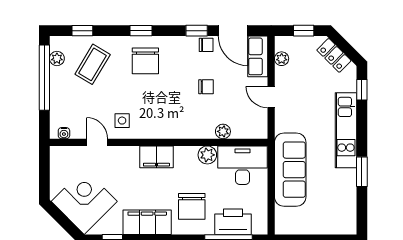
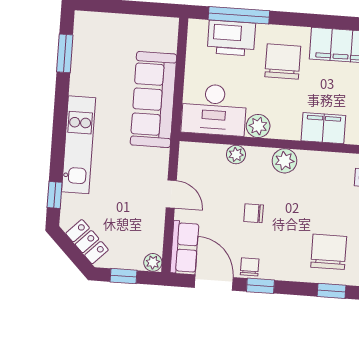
chair: (206, 45) -> (250, 267), turned 90
plant: (282, 59) -> (153, 262), moved
plant: (185, 129) -> (285, 161), added
window: (362, 172) -> (65, 53), moved

